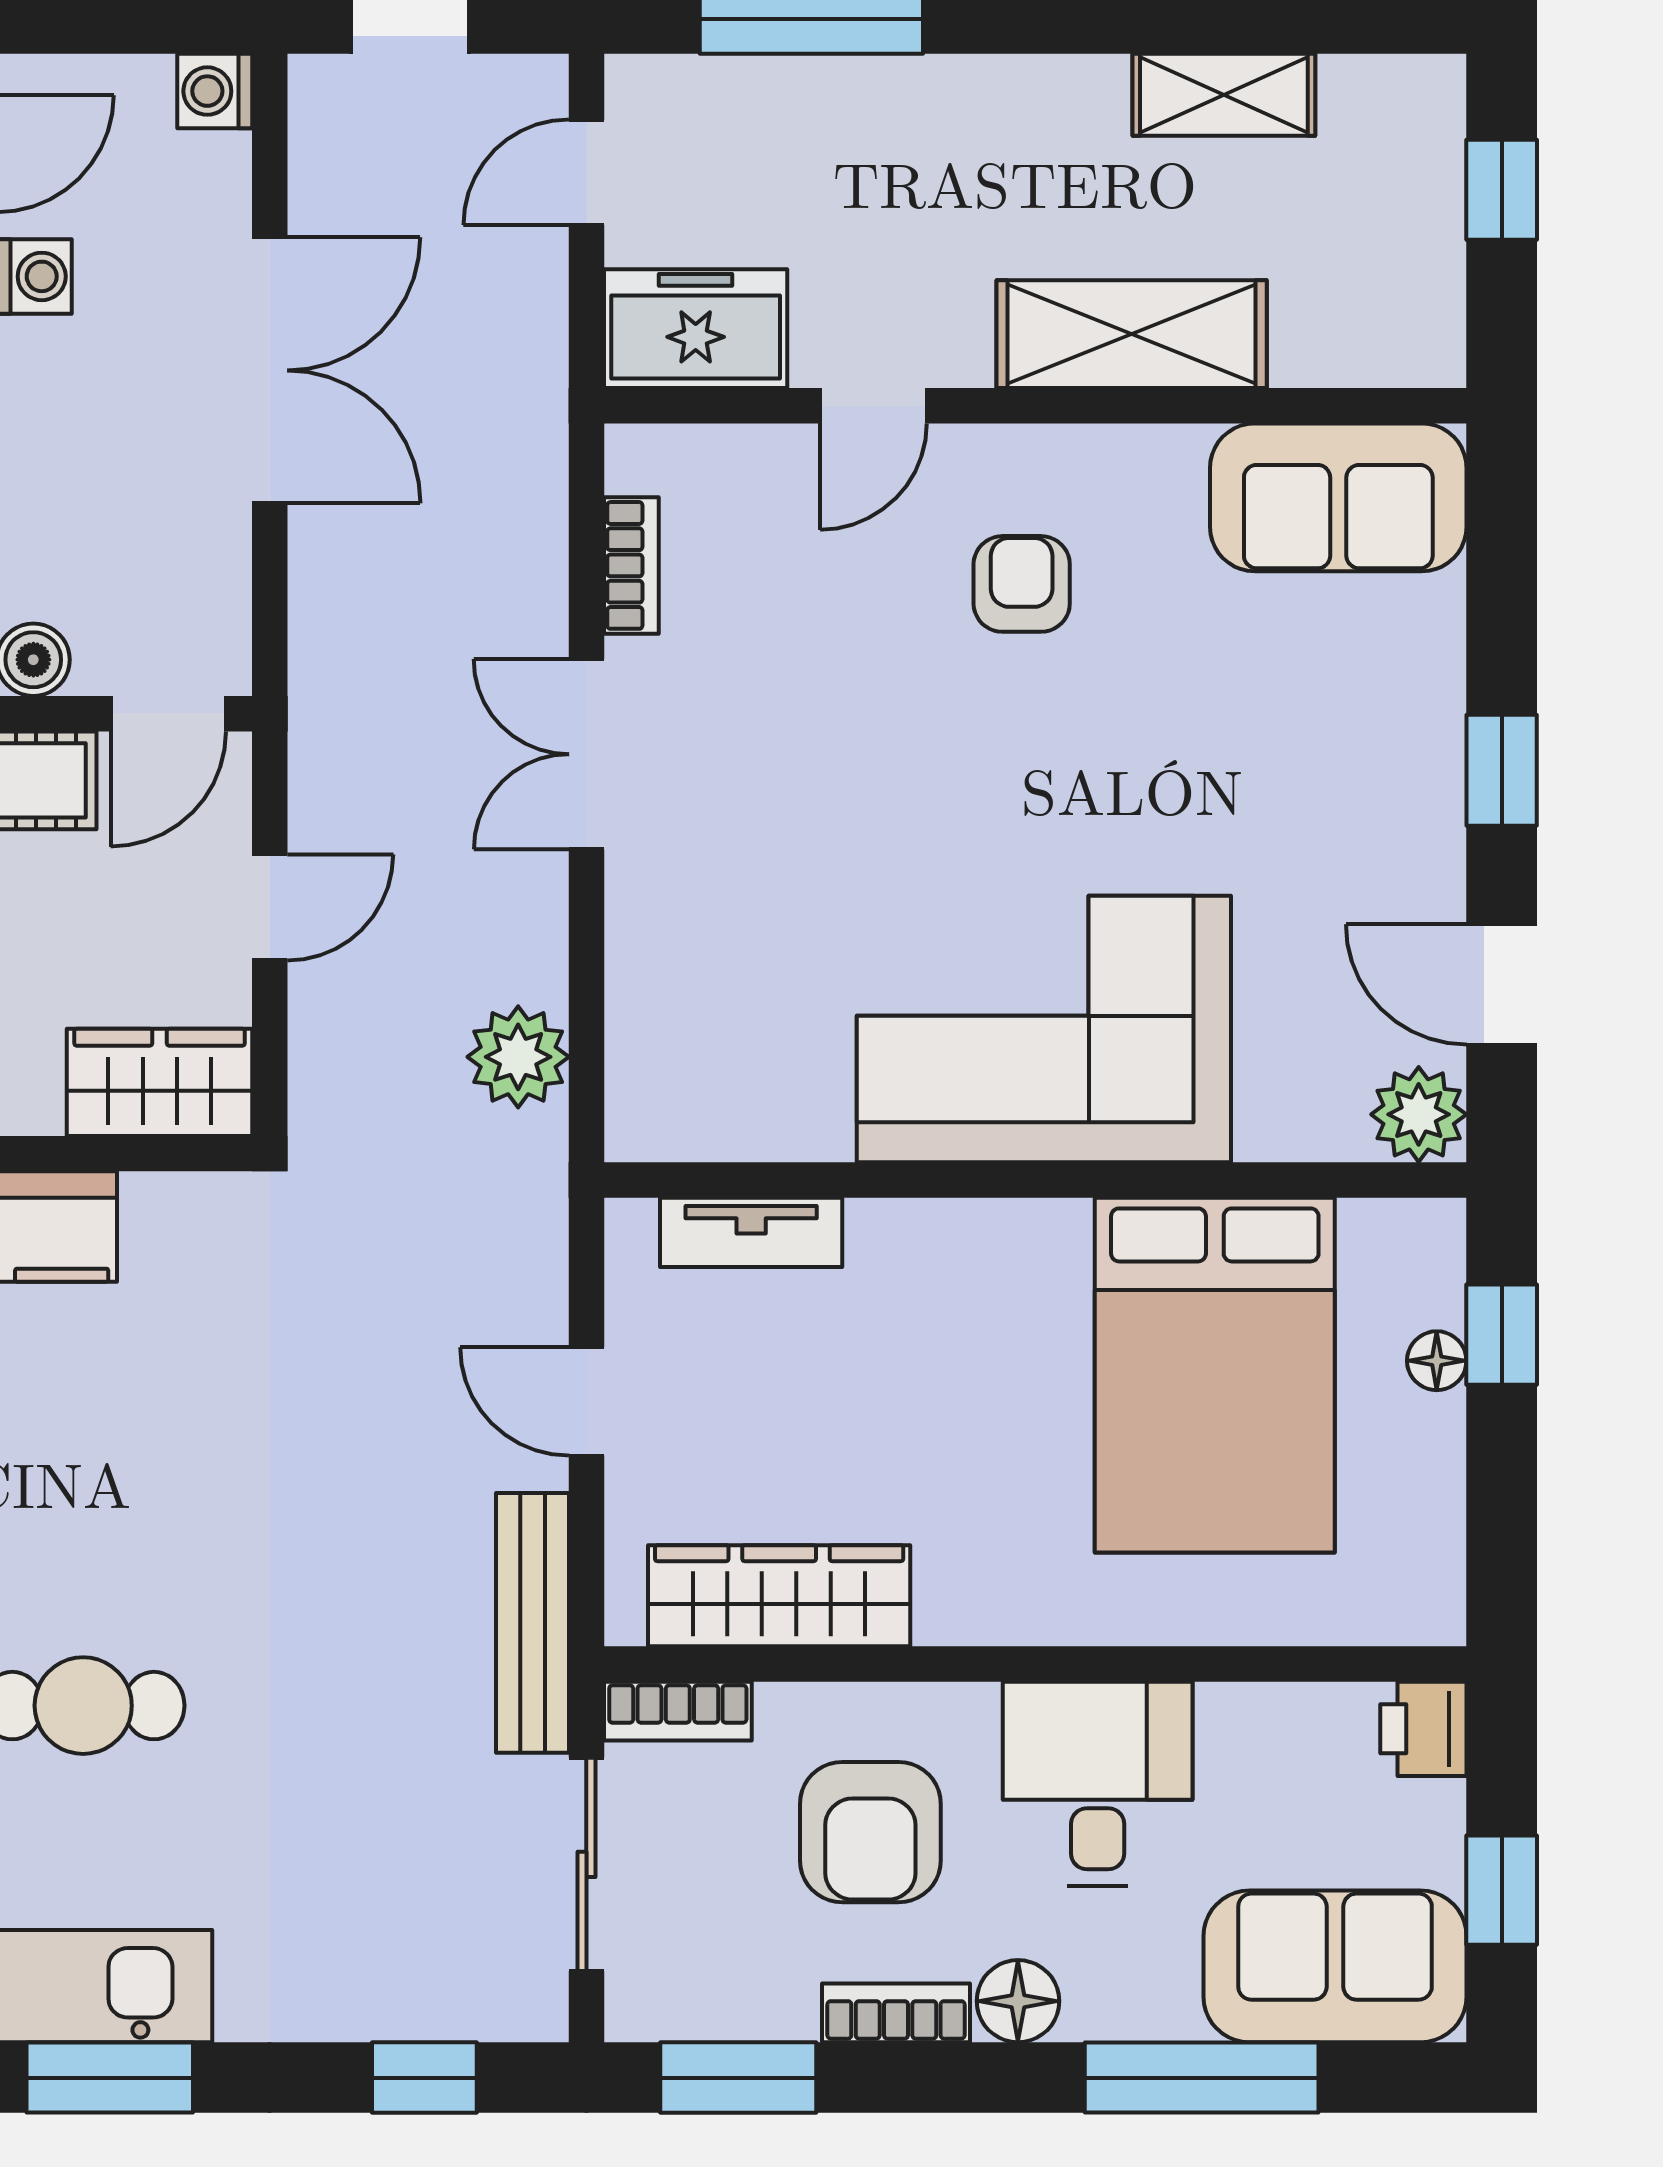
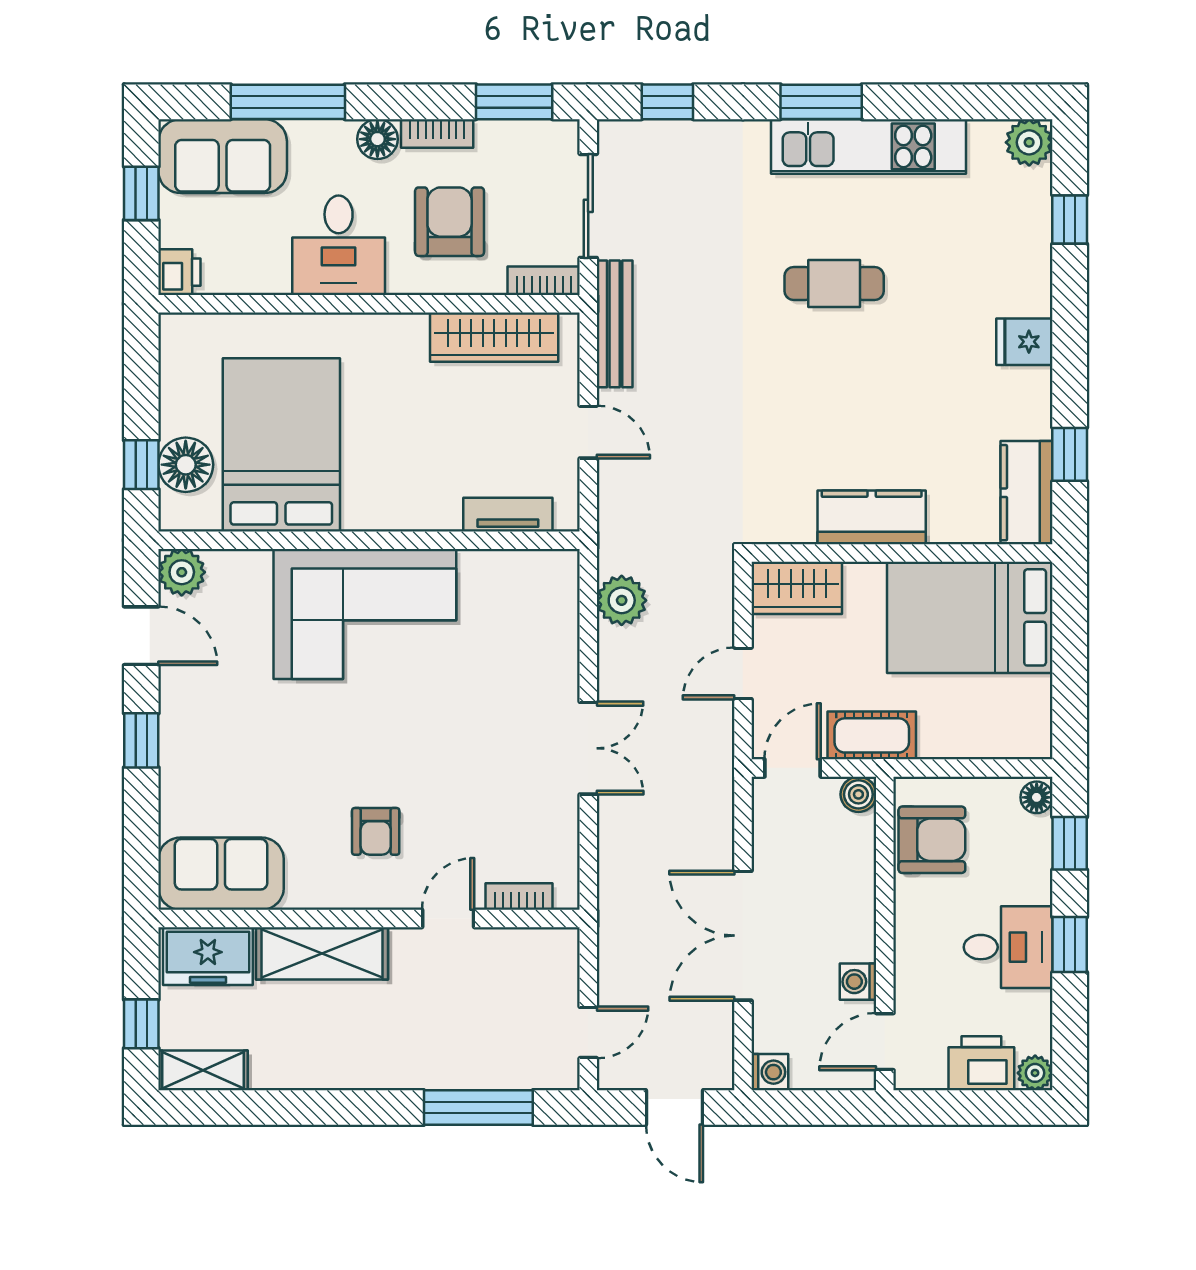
shelving: (1224, 95) -> (203, 1070), moved
freezer: (696, 329) -> (208, 956), moved
bookcase: (631, 565) -> (519, 896), moved, turned 90
floor lamp: (1437, 1361) -> (186, 465), width x1.89, depth x1.89

